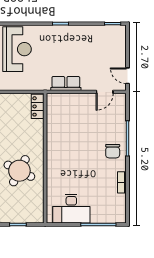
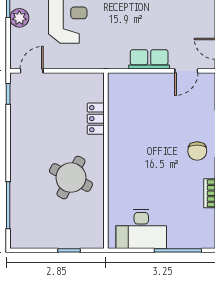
row of seats: (66, 83) -> (149, 59), moved
locker: (38, 106) -> (96, 119), moved

